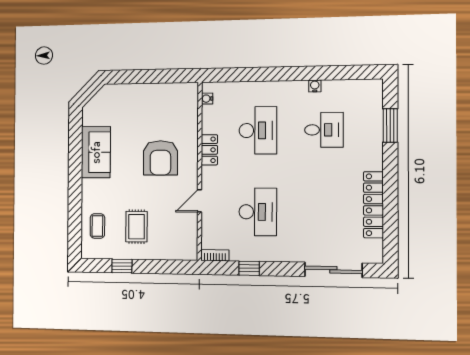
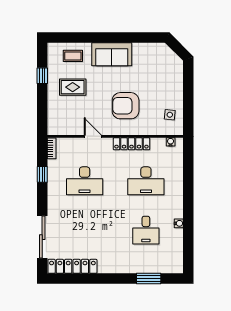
side table: (172, 100) -> (170, 115), added
locker: (209, 150) -> (131, 144), width x1.53
sofa: (96, 152) -> (112, 54), moved
locker: (373, 205) -> (72, 266), moved

